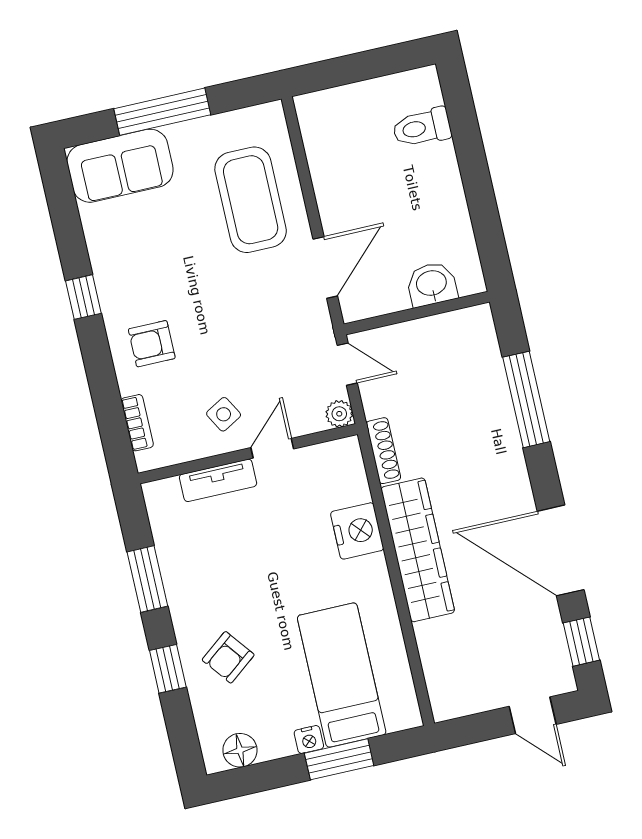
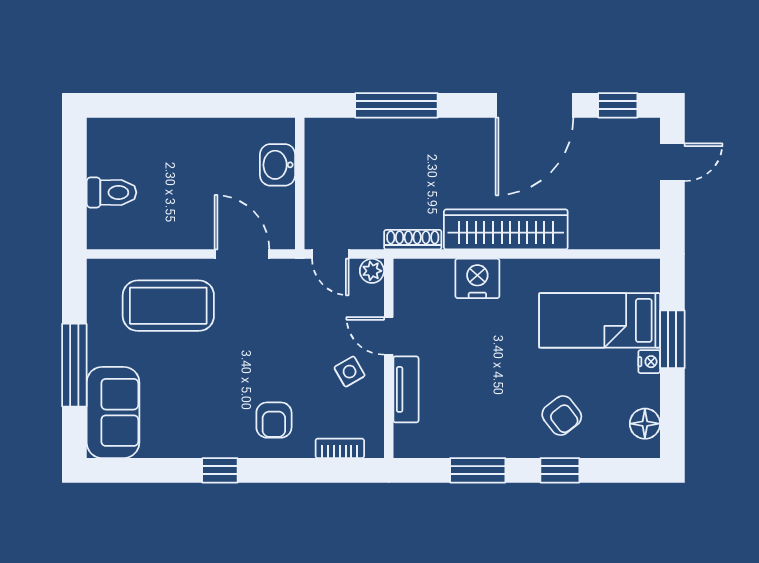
toilet: (422, 128) -> (111, 192), moved, turned -90
door: (347, 364) -> (330, 254), swing flipped

